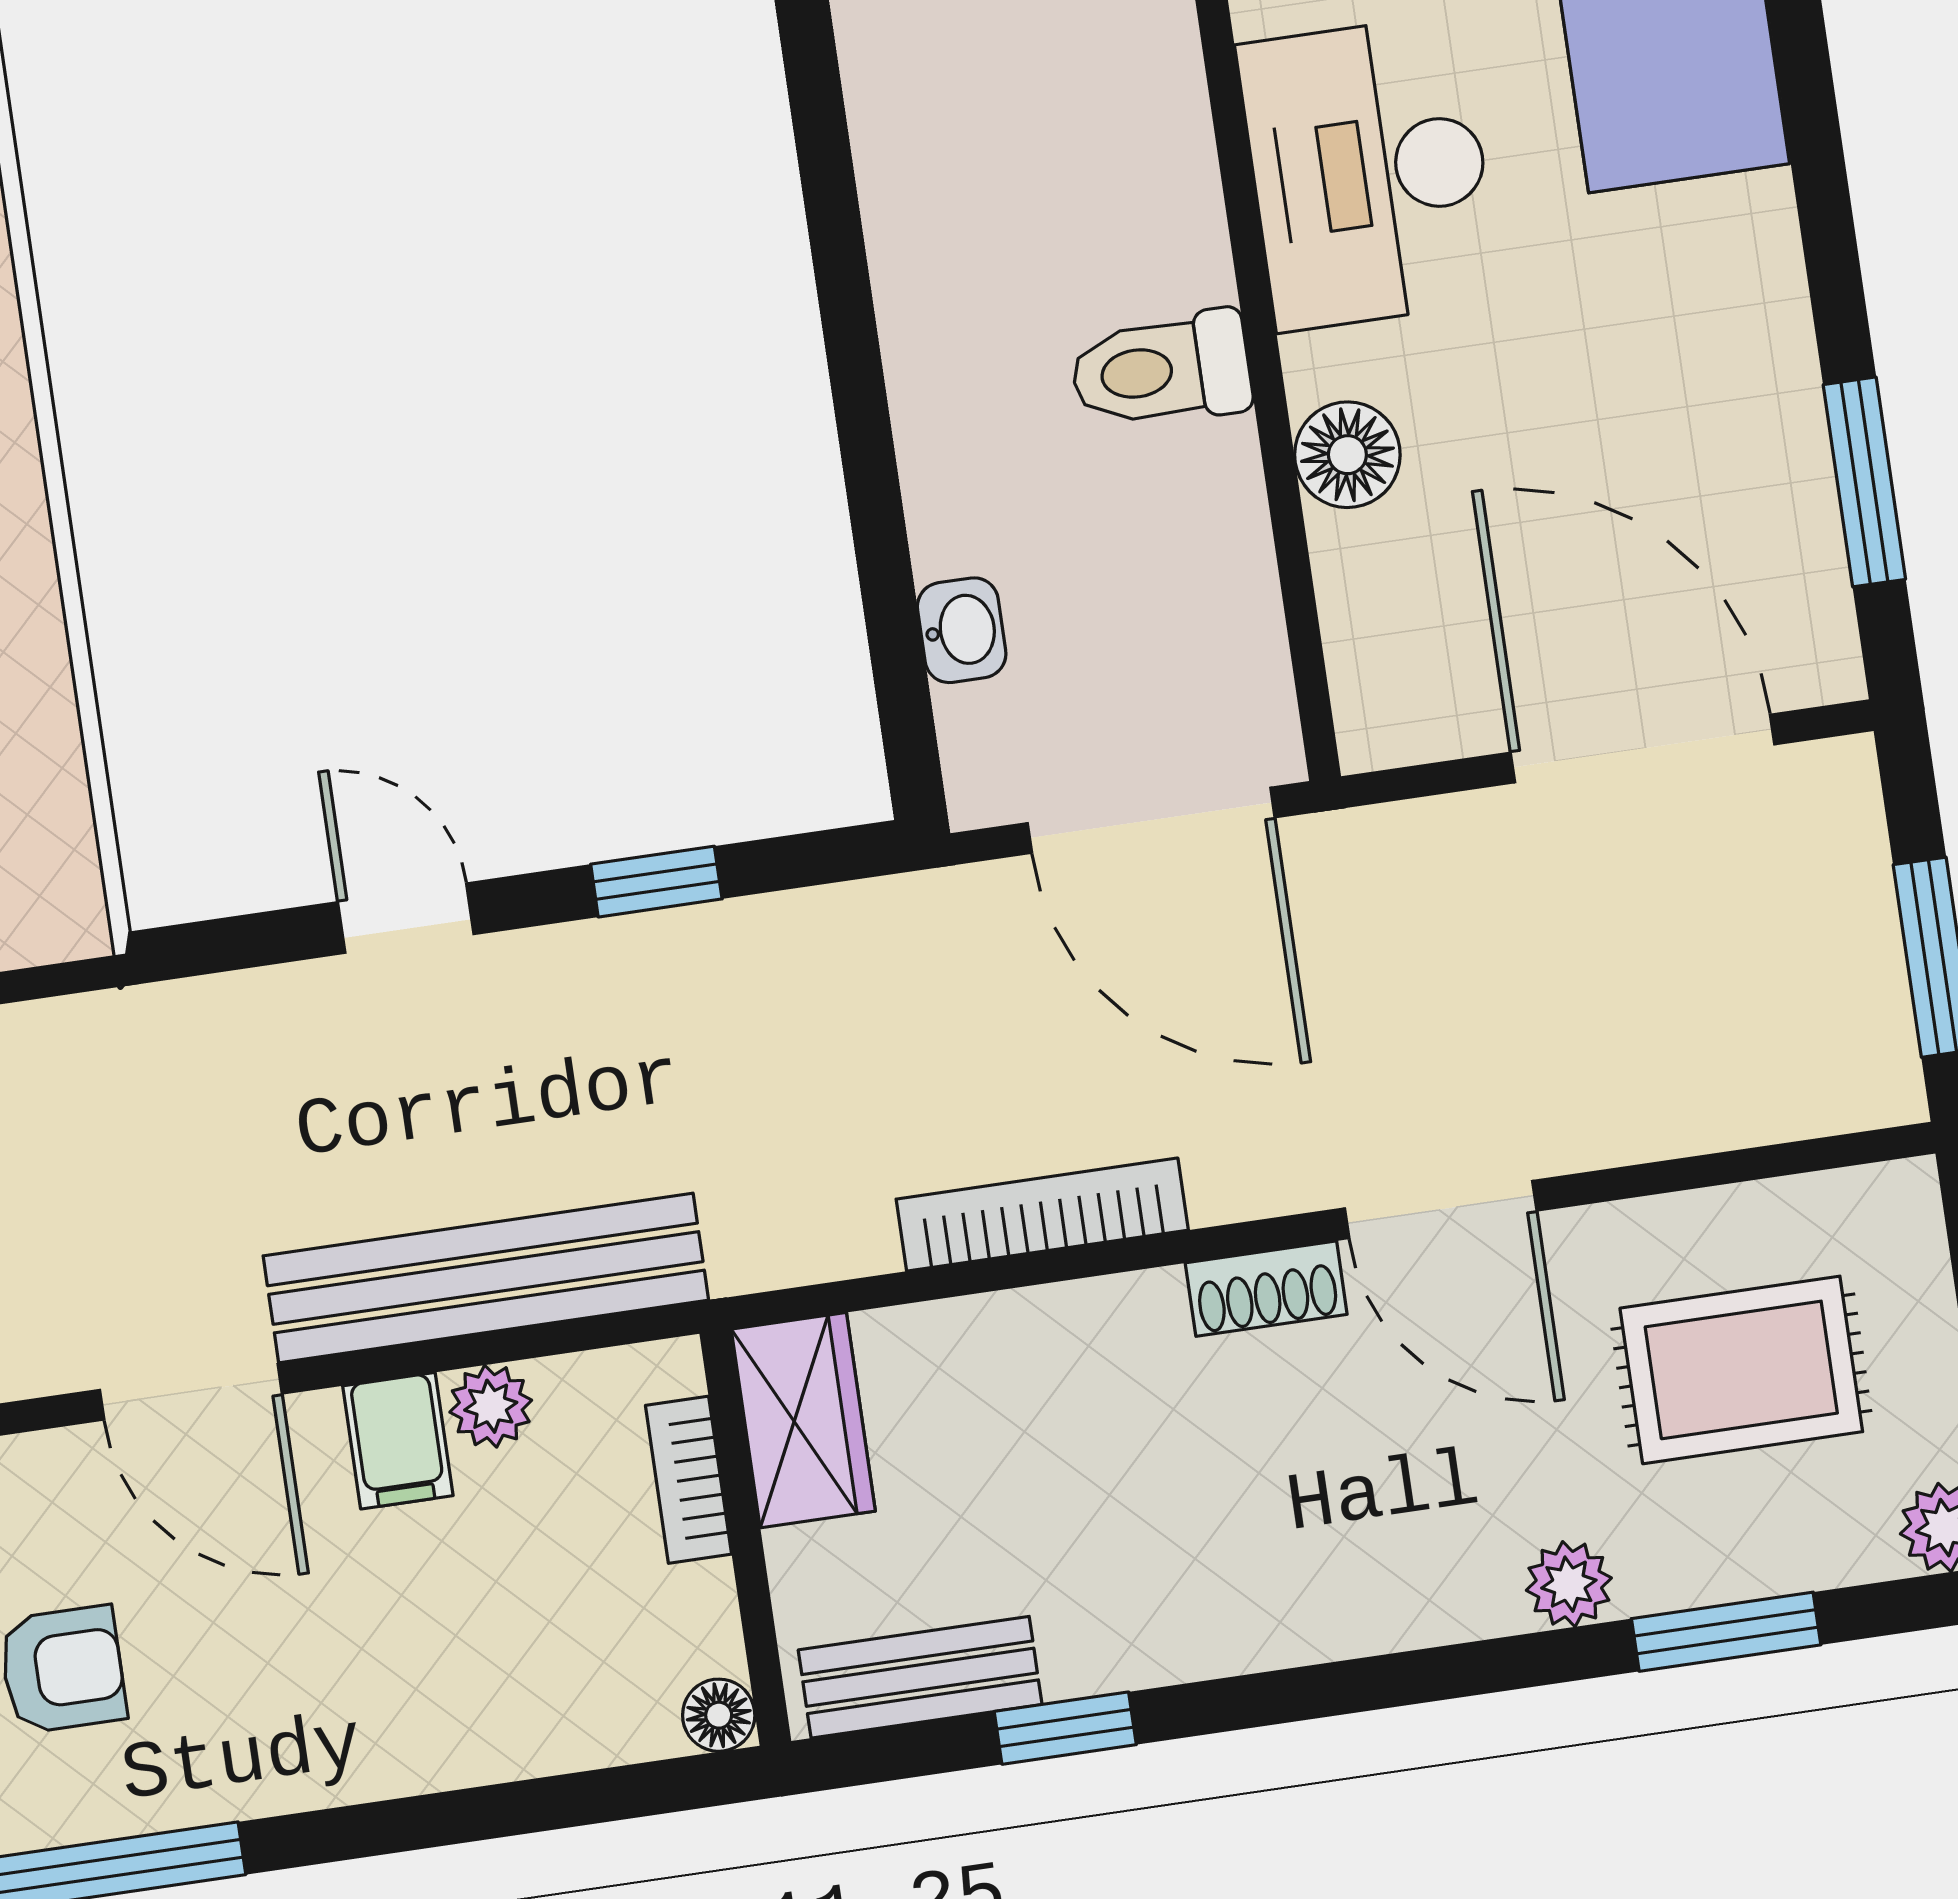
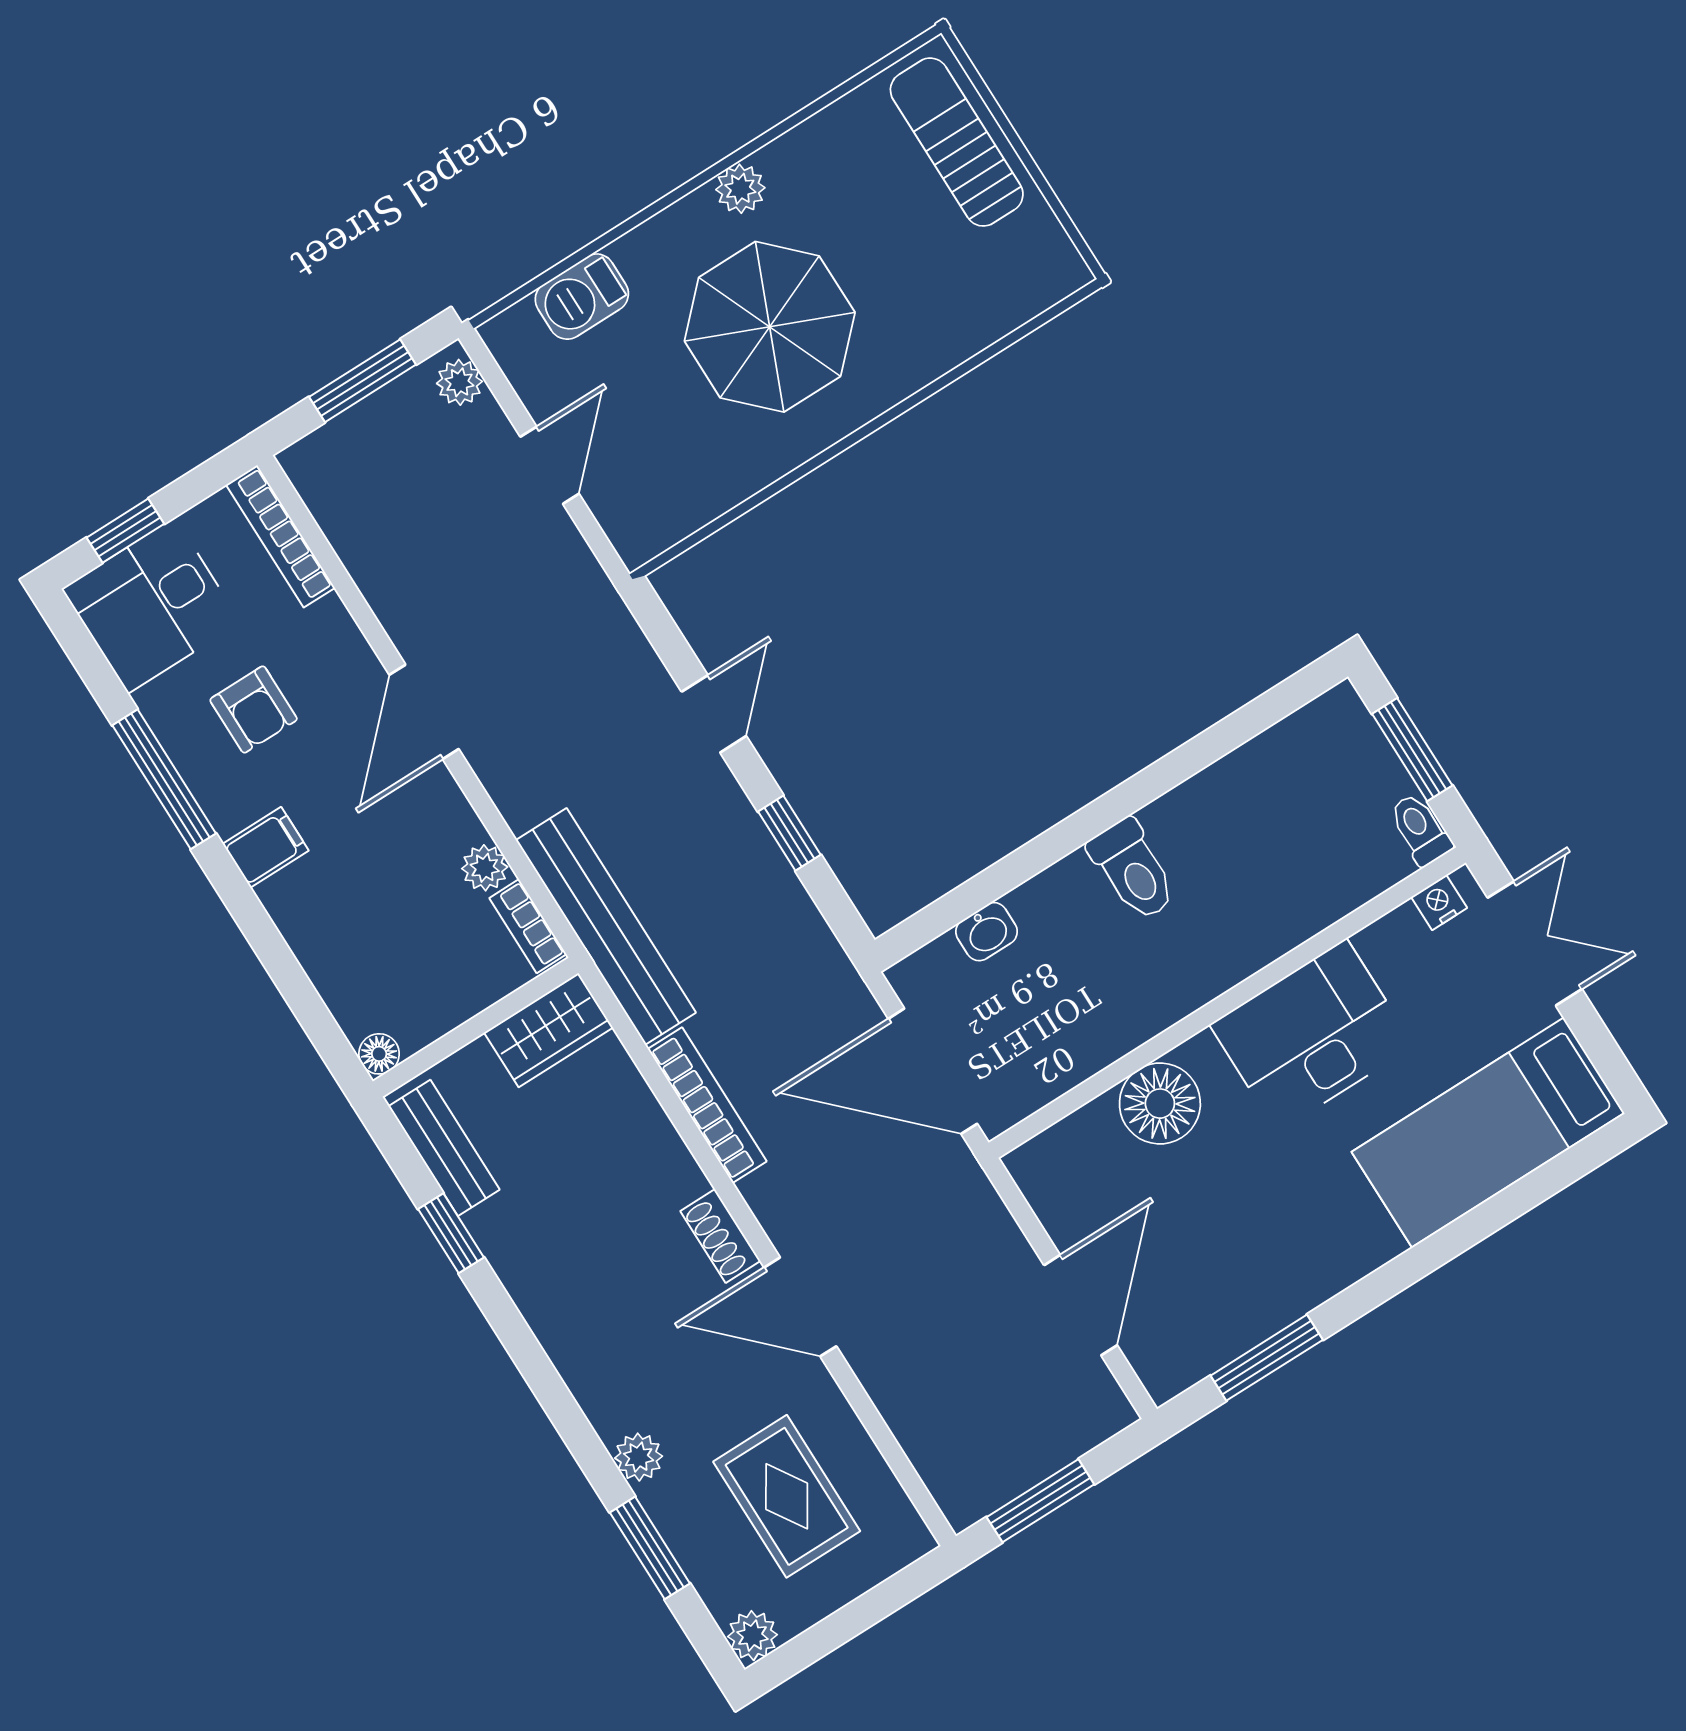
toilet: (1161, 370) -> (1133, 870), moved, turned 180
floor lamp: (1347, 455) -> (1160, 1104), width x1.38, depth x1.38
door: (1643, 749) -> (1081, 1305), width x0.73
door: (1151, 820) -> (933, 1071), hinge flipped
door: (1441, 1209) -> (800, 1307), hinge flipped
bench: (486, 1278) -> (606, 926), moved
filing cabinet: (398, 1441) -> (266, 847), moved, turned 180
bookcase: (689, 1480) -> (528, 926), moved, turned -90

